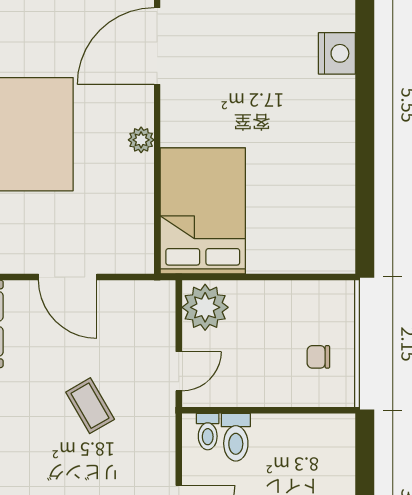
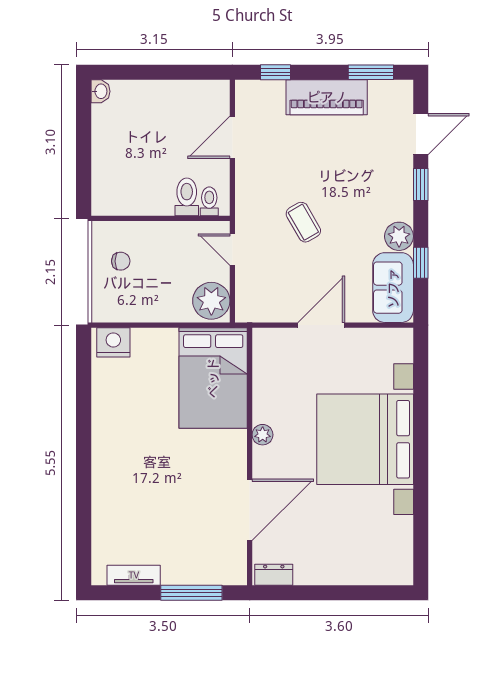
nightstand: (337, 53) -> (113, 342), moved, turned 90
door: (68, 277) -> (321, 325), hinge flipped
door: (179, 371) -> (232, 250), hinge flipped

